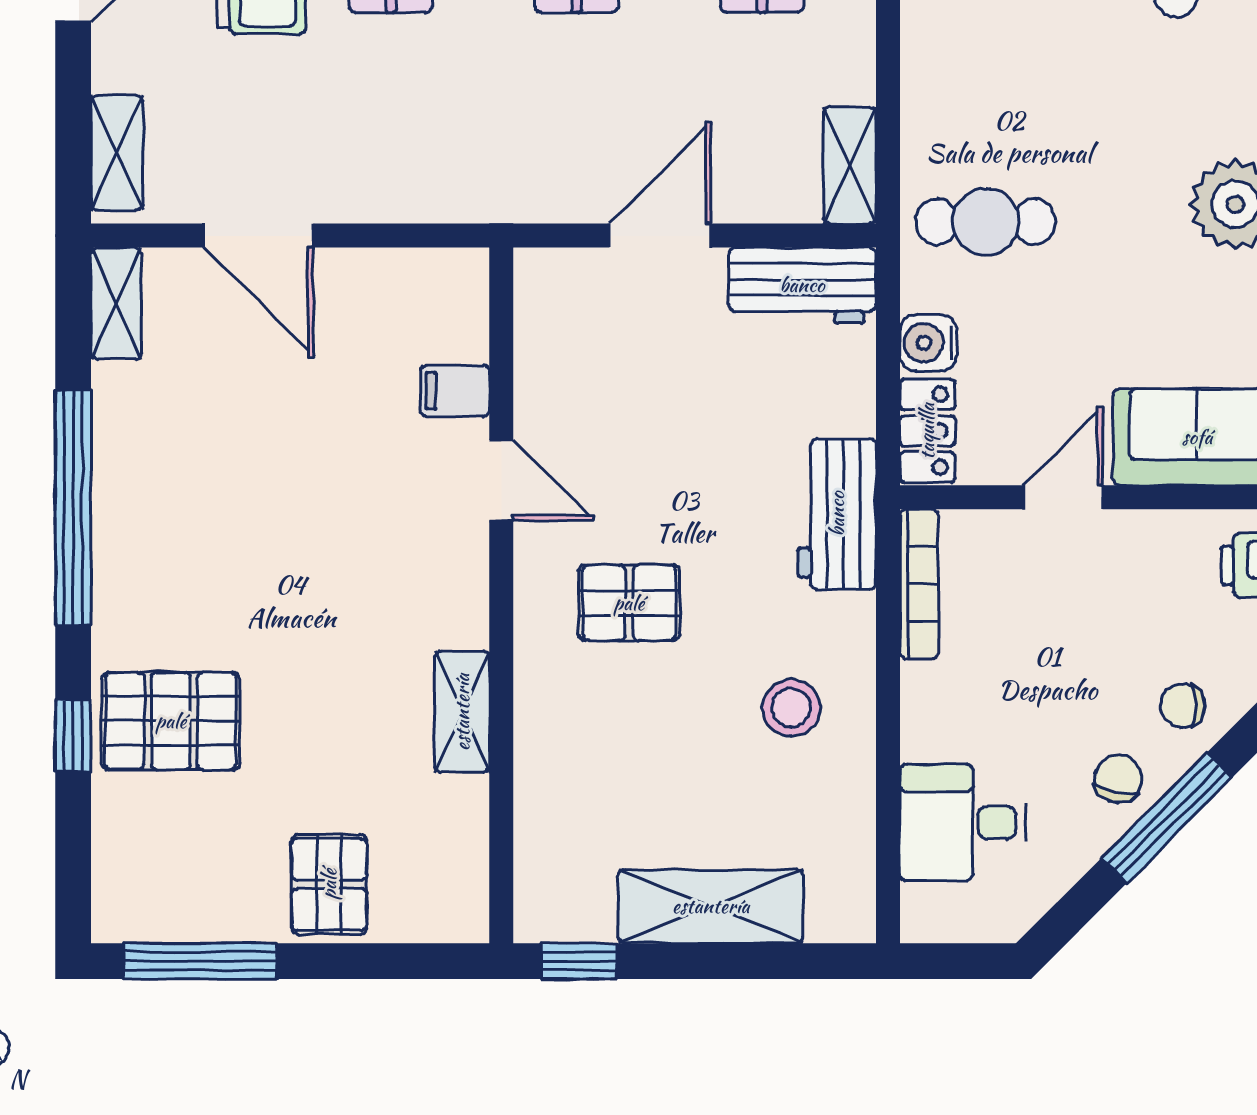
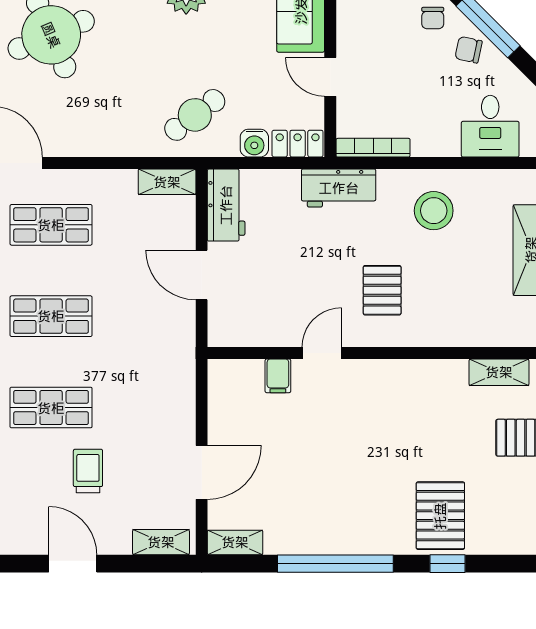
cafe table: (986, 222) -> (195, 115), turned 53
stool: (791, 708) -> (434, 211), width x1.38, depth x1.38
shelving: (462, 712) -> (499, 372), moved

